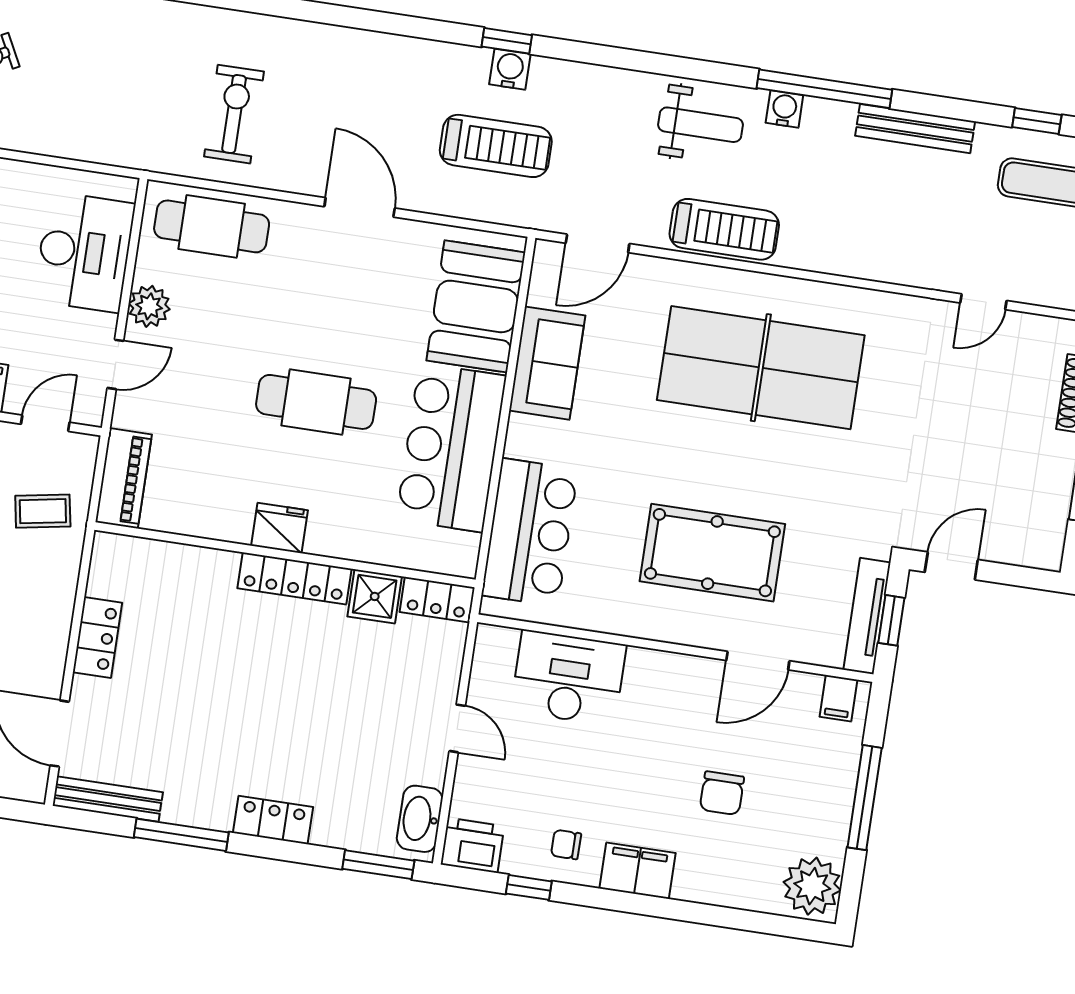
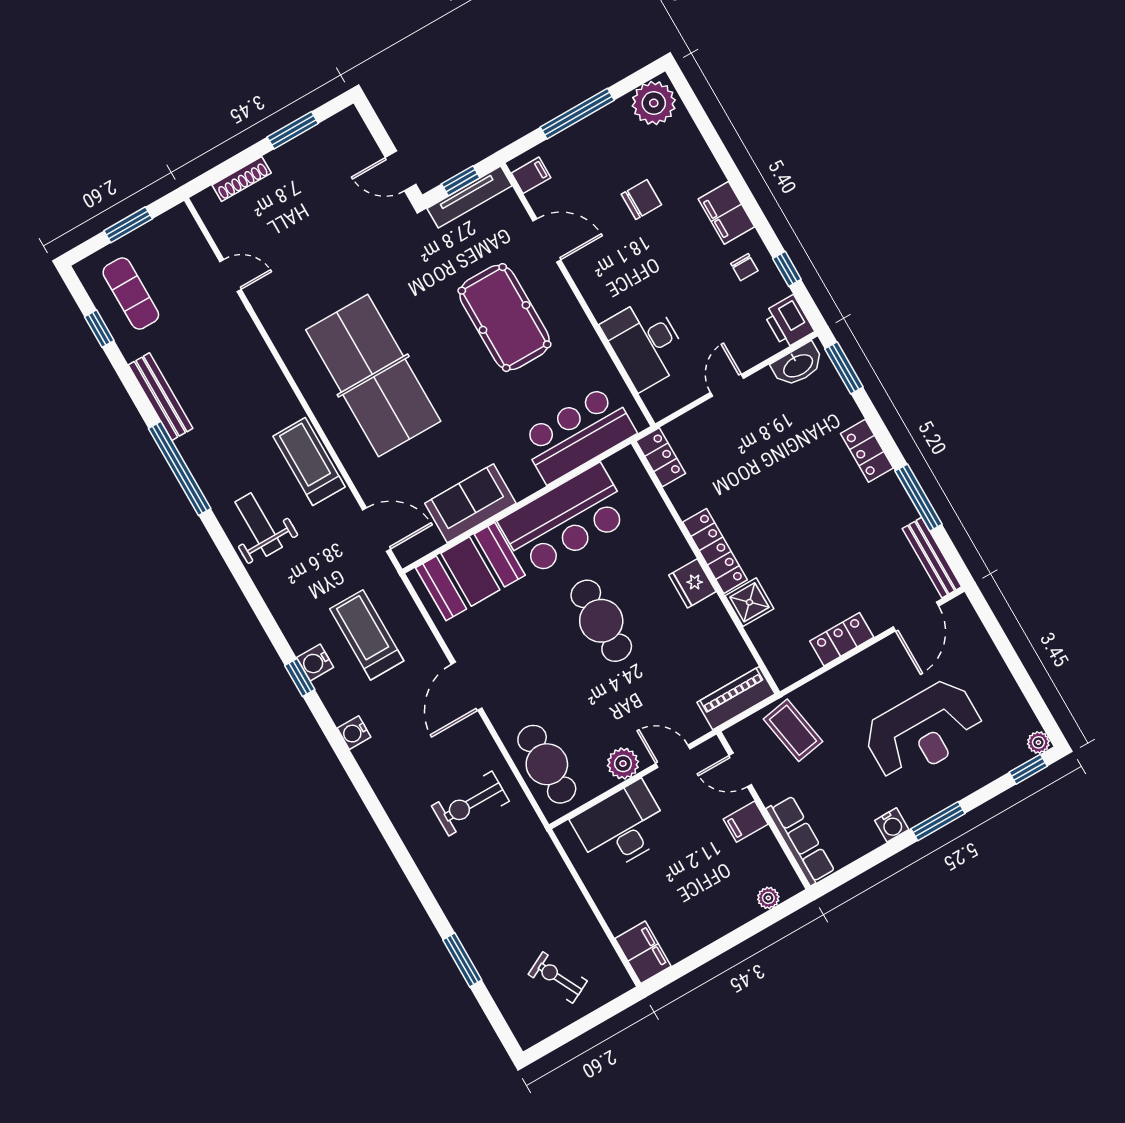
water cooler: (784, 109) -> (354, 733), moved
coffee table: (43, 511) -> (793, 730), width x1.36, depth x1.30
shower: (375, 596) -> (749, 602), moved

